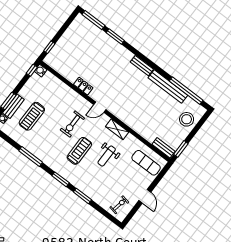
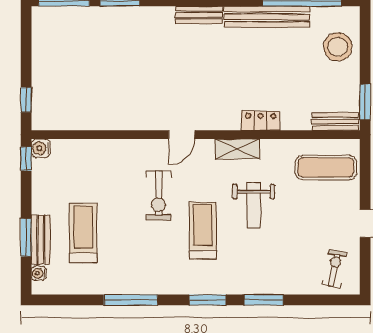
locker: (83, 86) -> (261, 121), moved
treadmill: (32, 116) -> (83, 233), turned 180

